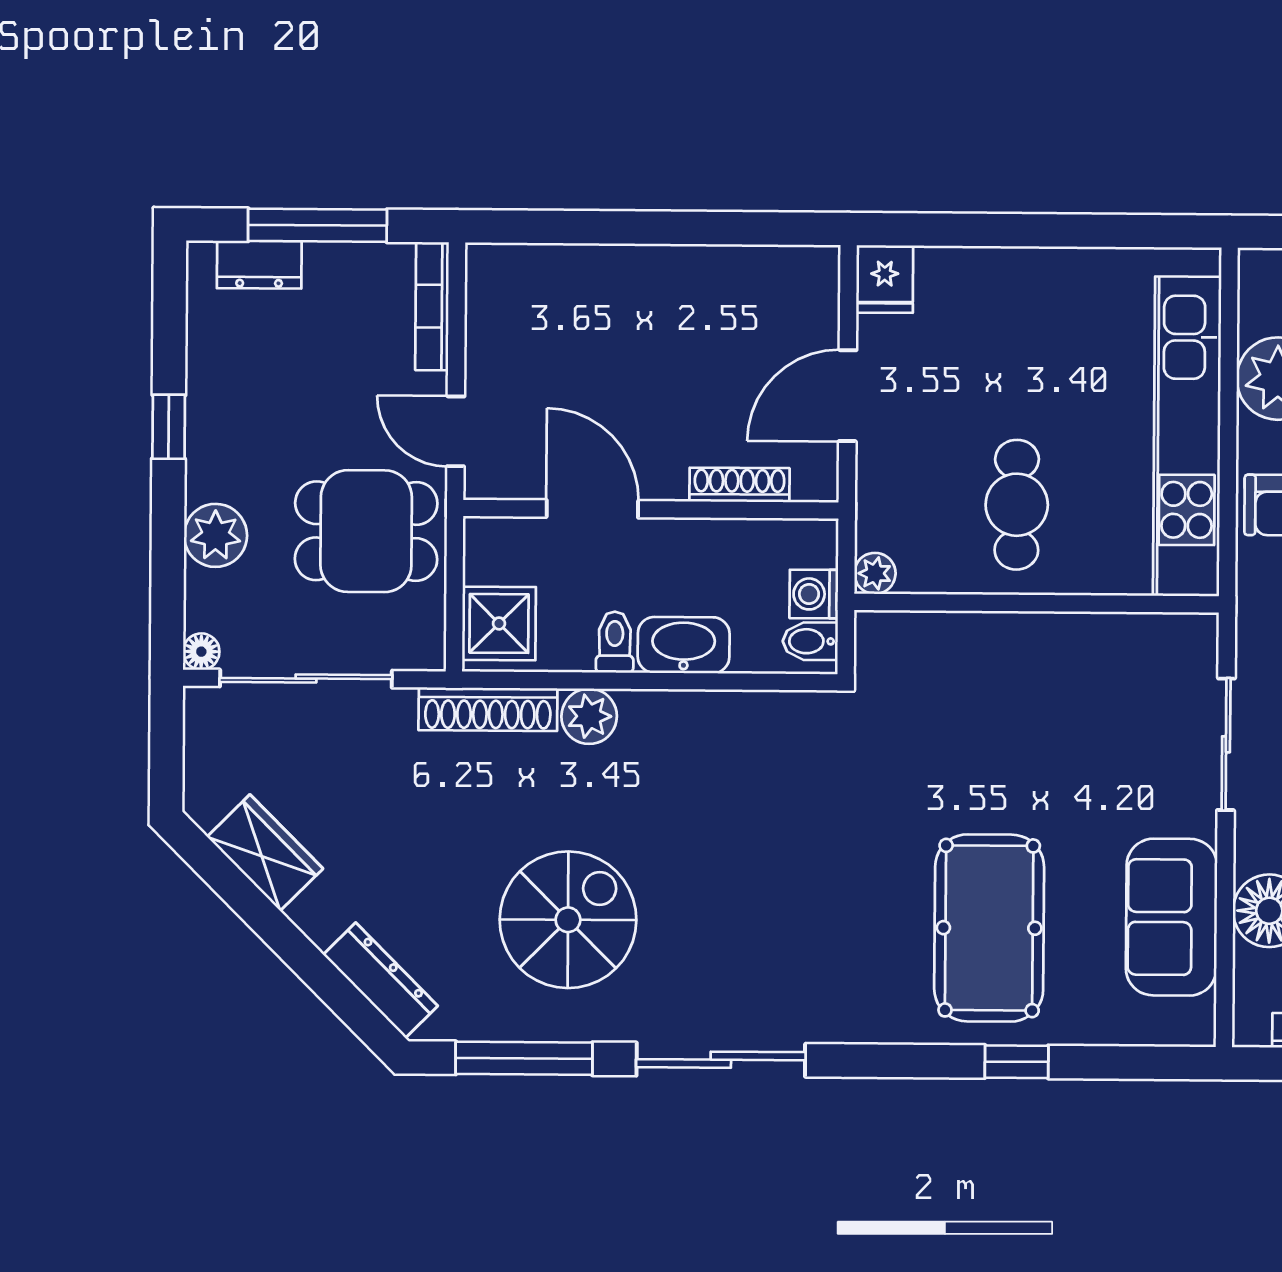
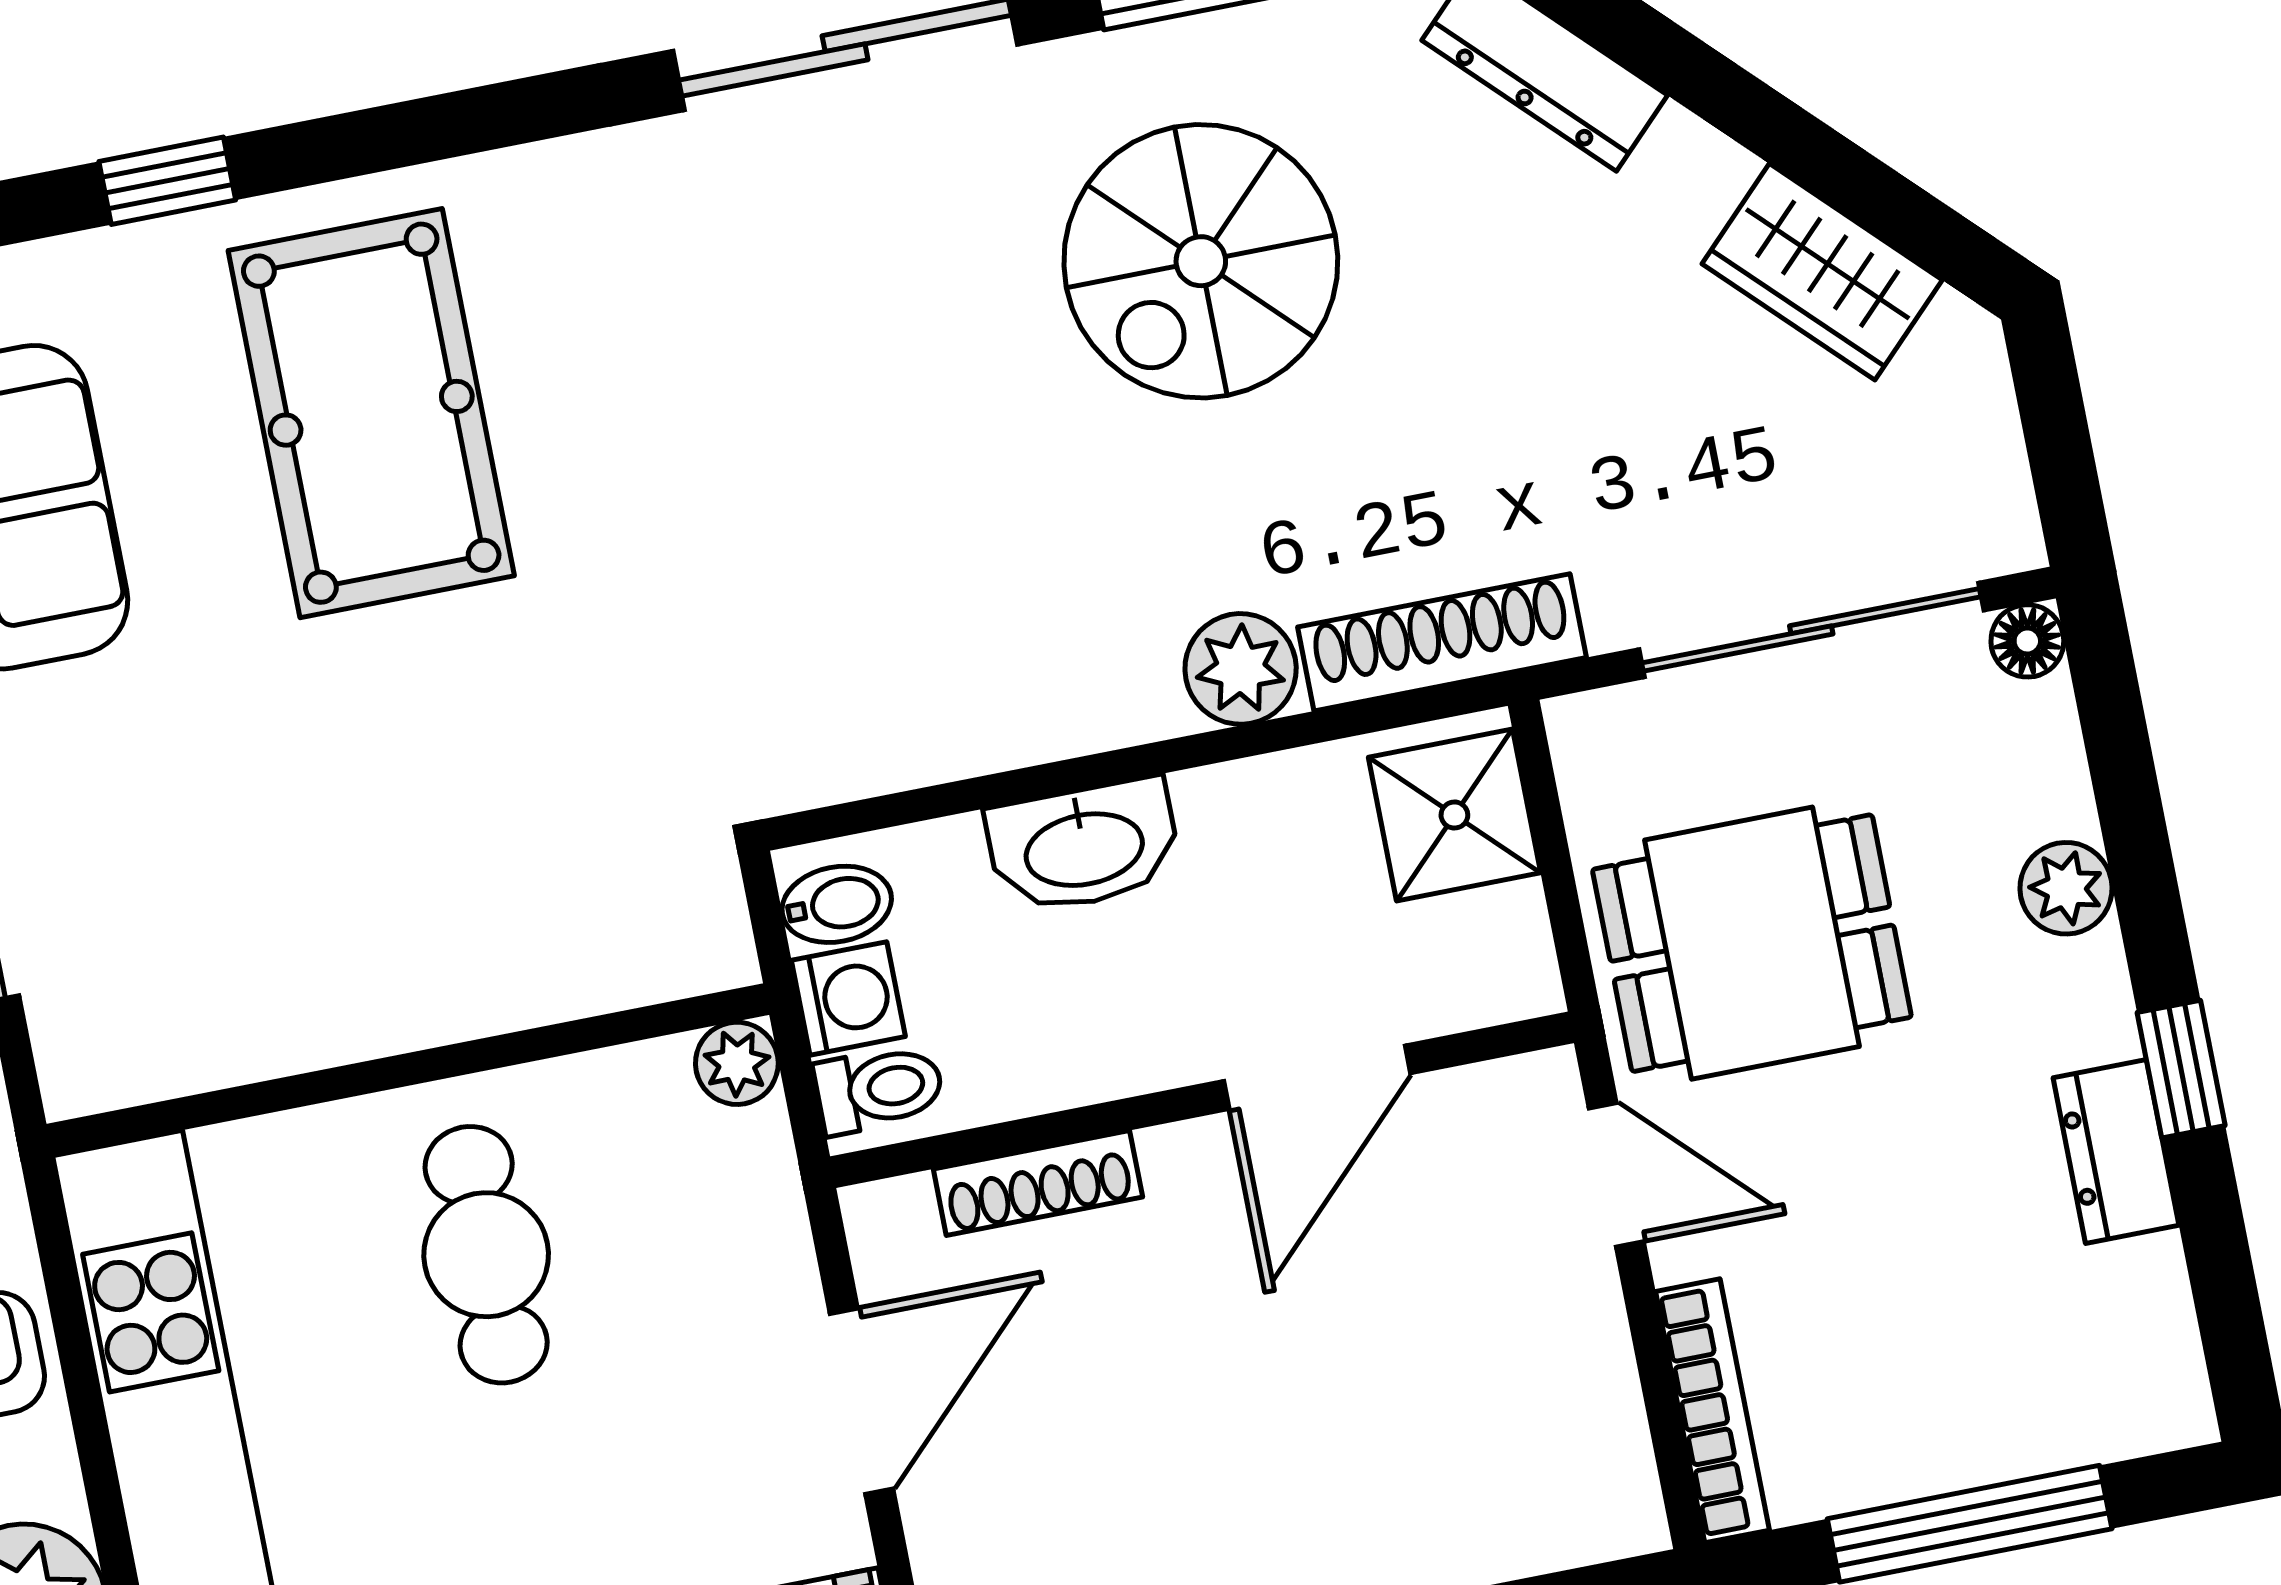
dresser: (259, 265) -> (2116, 1152), moved, turned -90
door: (592, 509) -> (1317, 1077), hinge flipped
plant: (216, 535) -> (2066, 888), width x0.73, depth x0.73
toilet: (615, 642) -> (879, 1089), moved, turned -90
window: (1017, 1062) -> (167, 181), moved

